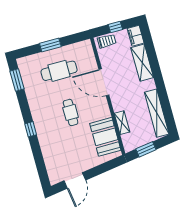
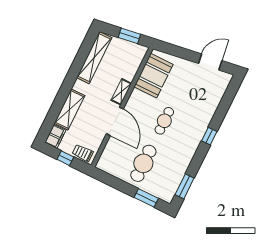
window: (50, 45) -> (146, 198), moved
cafe table: (59, 71) -> (143, 163), turned 90
shelving: (122, 123) -> (121, 92), moved

